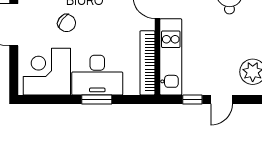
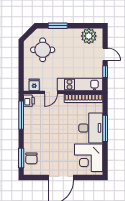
chair: (67, 23) -> (60, 146), removed
window: (97, 99) -> (105, 128), width x1.44

